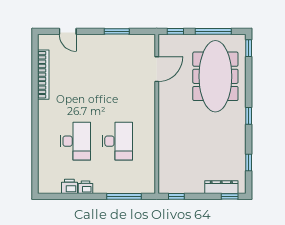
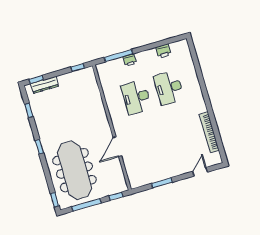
door: (68, 31) -> (200, 172), hinge flipped
door: (157, 69) -> (117, 147), moved
printer: (86, 187) -> (130, 60), moved

